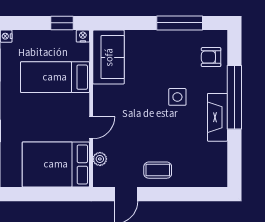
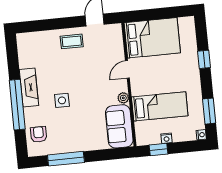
nightstand: (83, 36) -> (166, 138), moved
armchair: (211, 57) -> (39, 134), turned -90
plant: (100, 159) -> (123, 98), moved

